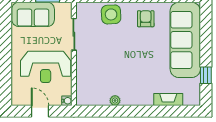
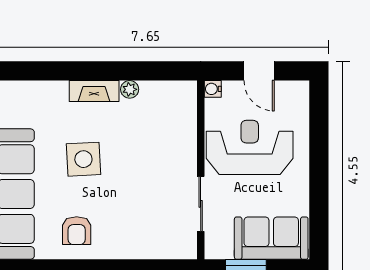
side table: (111, 14) -> (83, 159), moved
fireplace: (168, 100) -> (94, 91), moved

